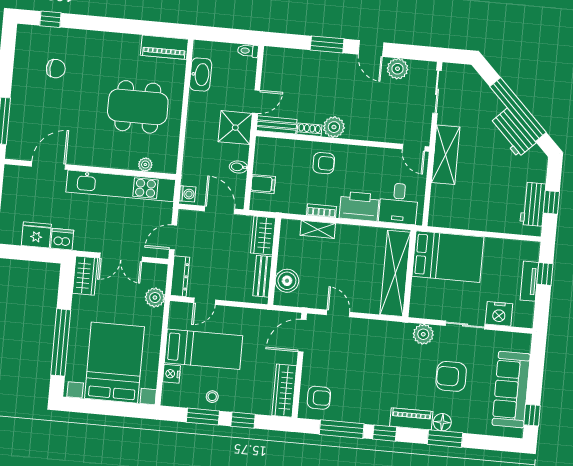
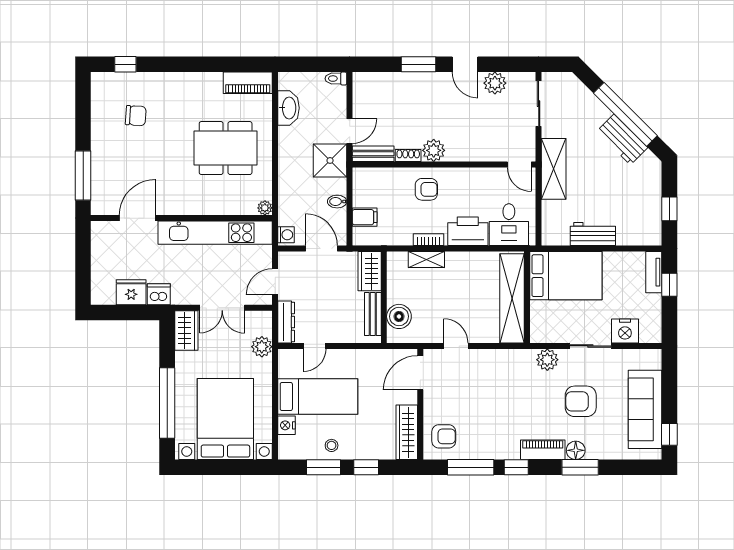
plant: (145, 164) -> (265, 208), moved
workbench: (533, 204) -> (593, 234), moved, turned 90
tv unit: (529, 281) -> (654, 272), moved

